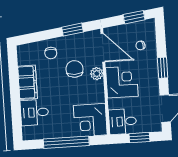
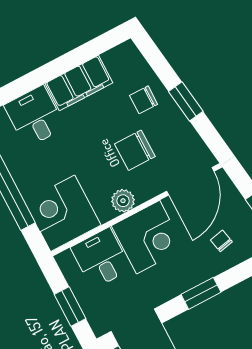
window: (72, 30) -> (186, 101), moved
chair: (75, 69) -> (135, 150), turned 180
plant: (97, 74) -> (123, 201), moved
desk: (123, 121) -> (101, 258), moved

